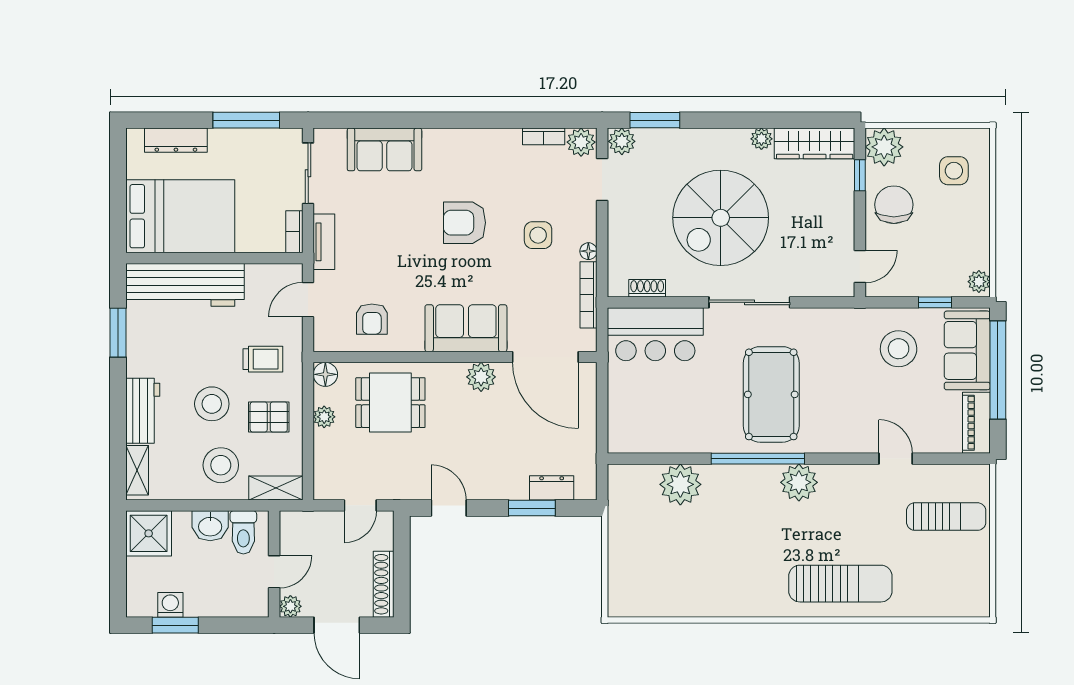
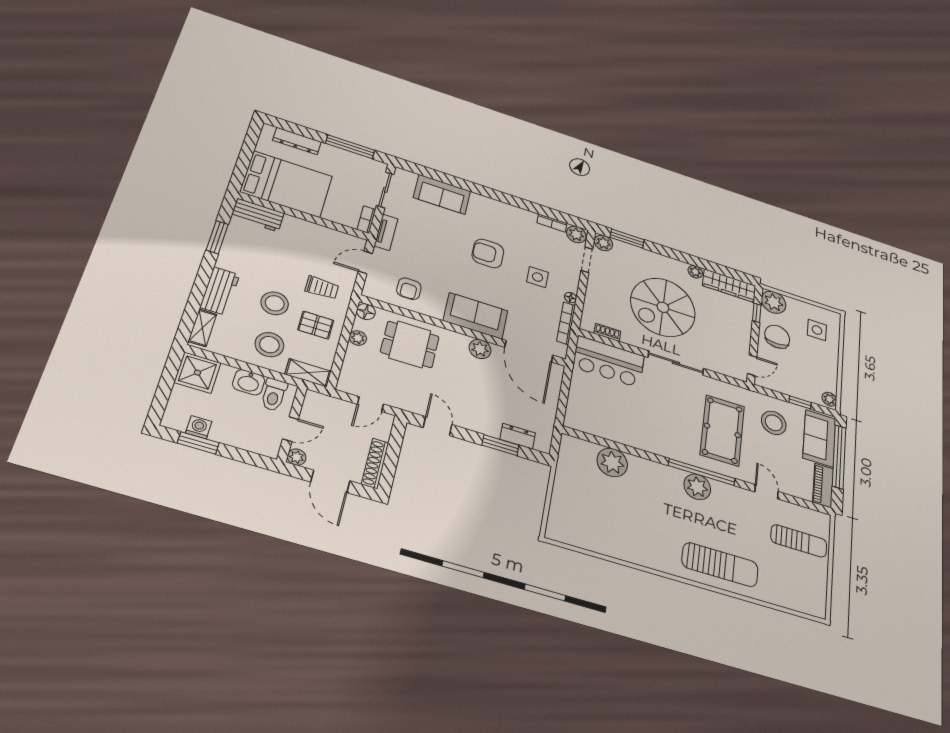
workbench: (185, 285) -> (258, 215), width x0.53, depth x0.76
pool table: (771, 394) -> (722, 430), moved
window: (758, 459) -> (702, 472), moved

